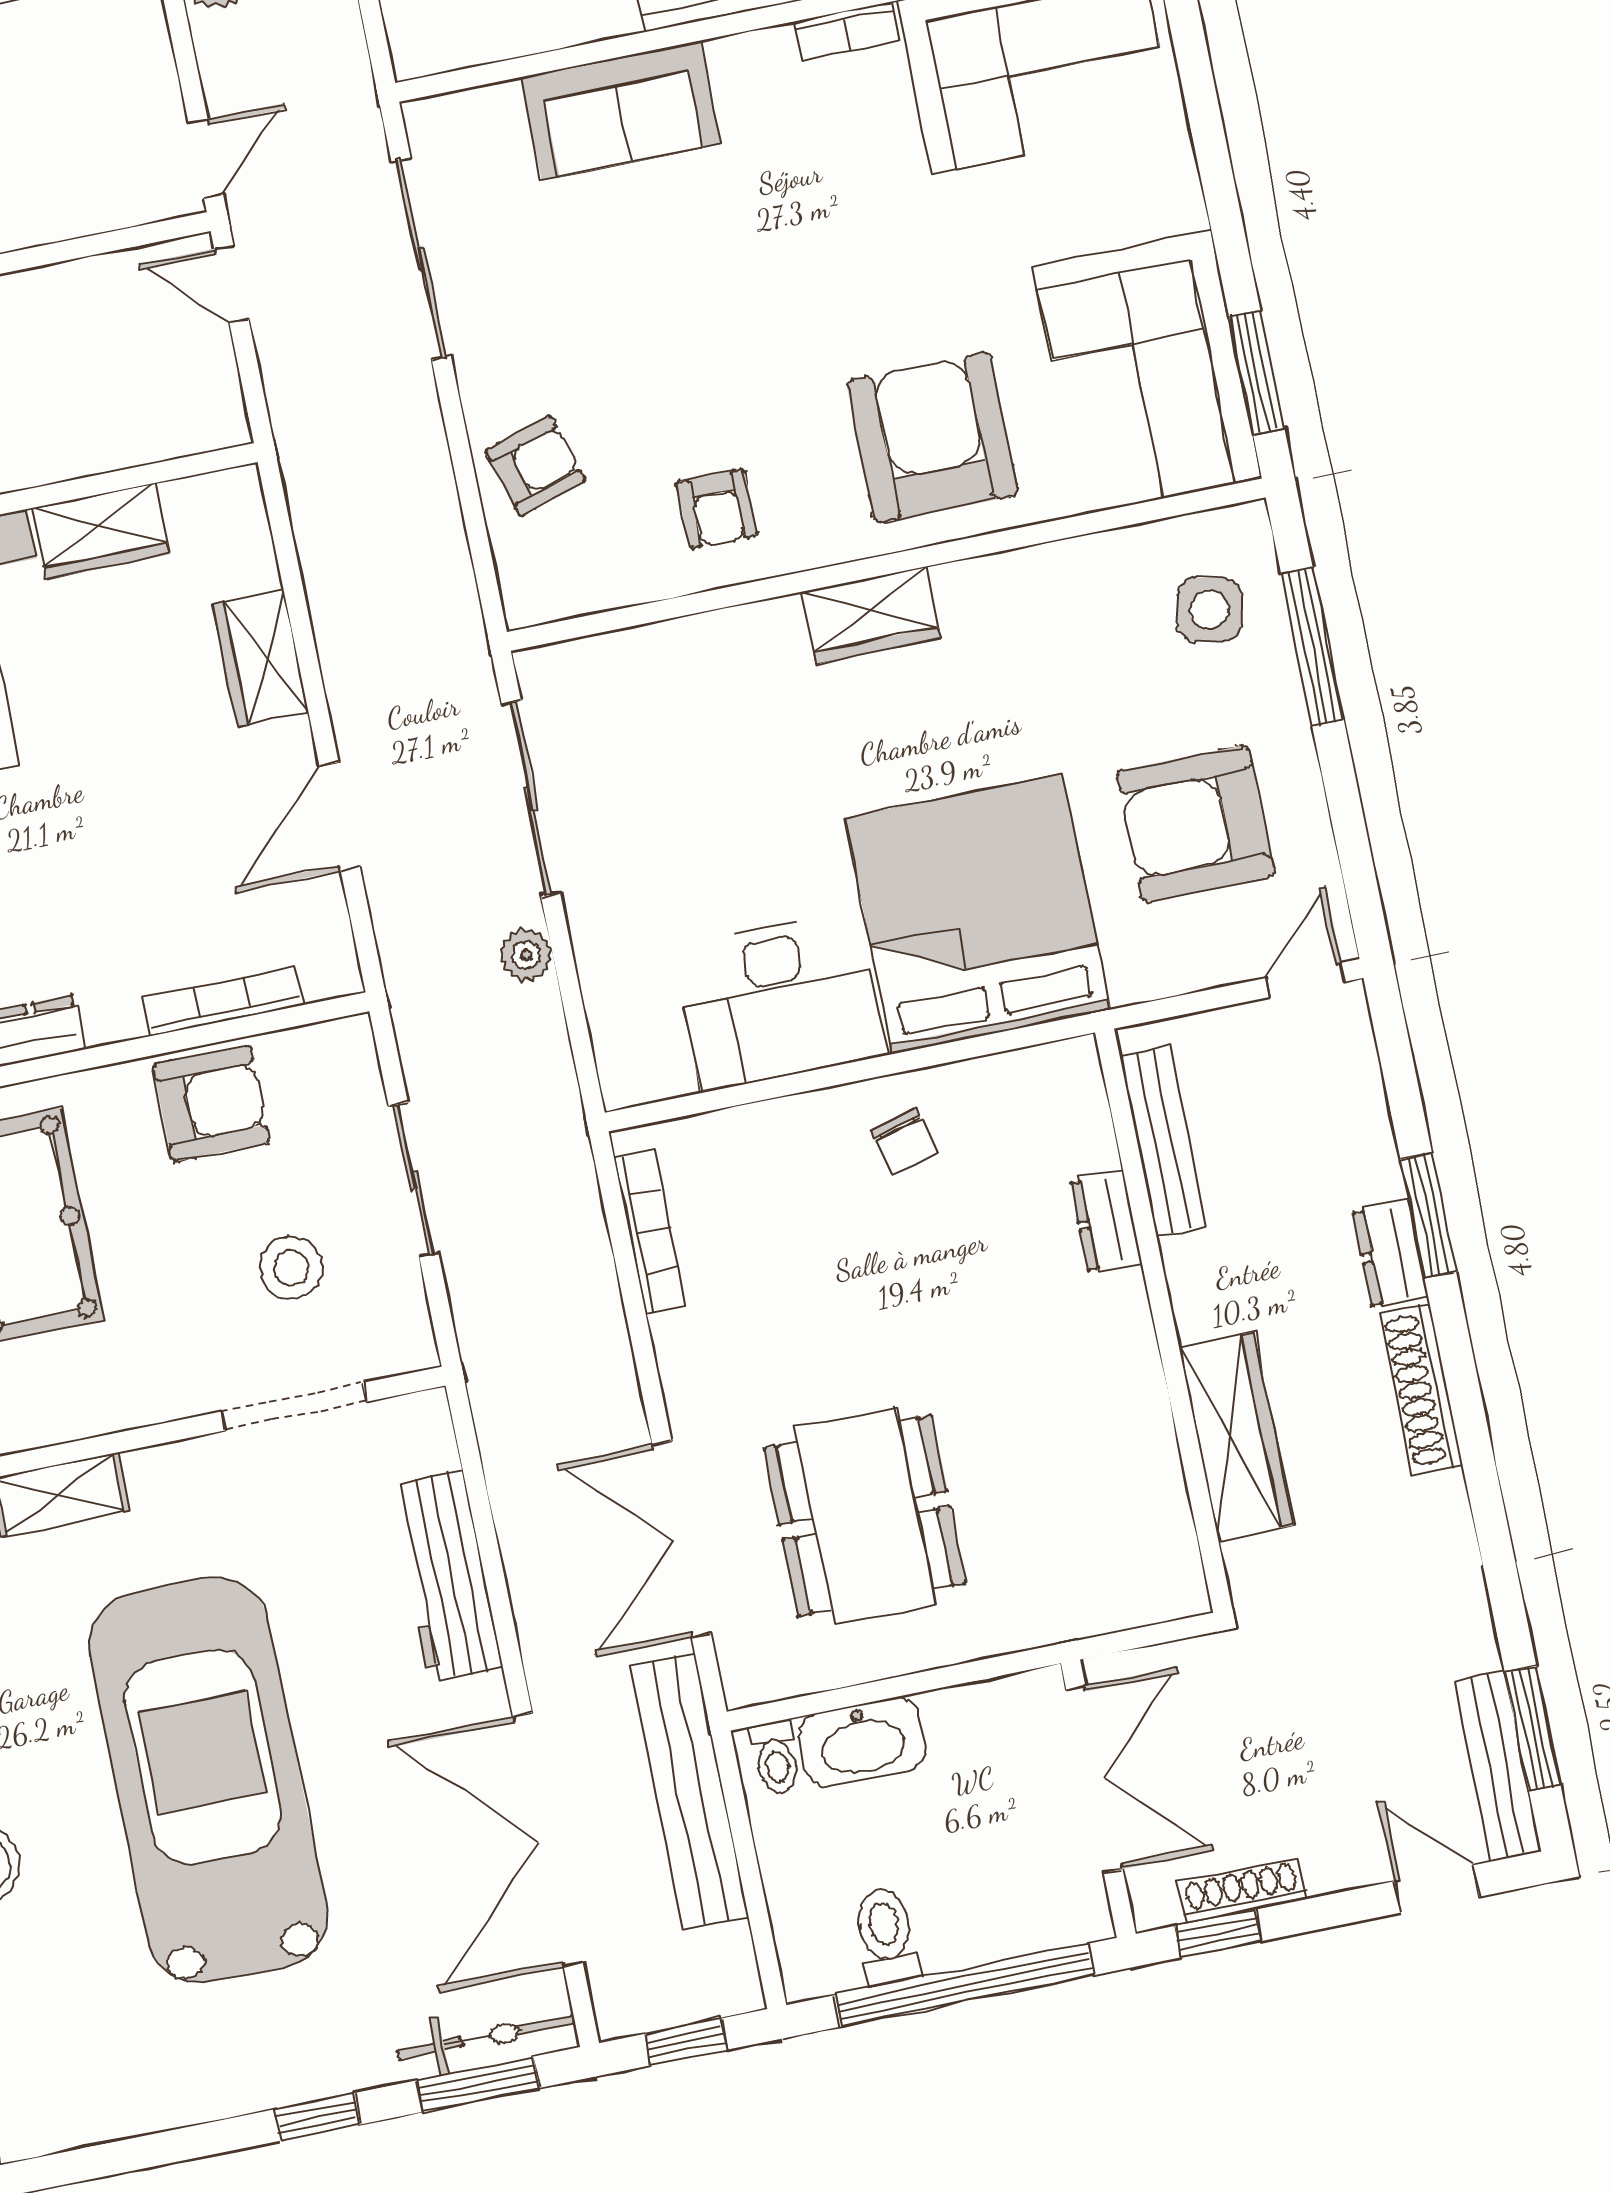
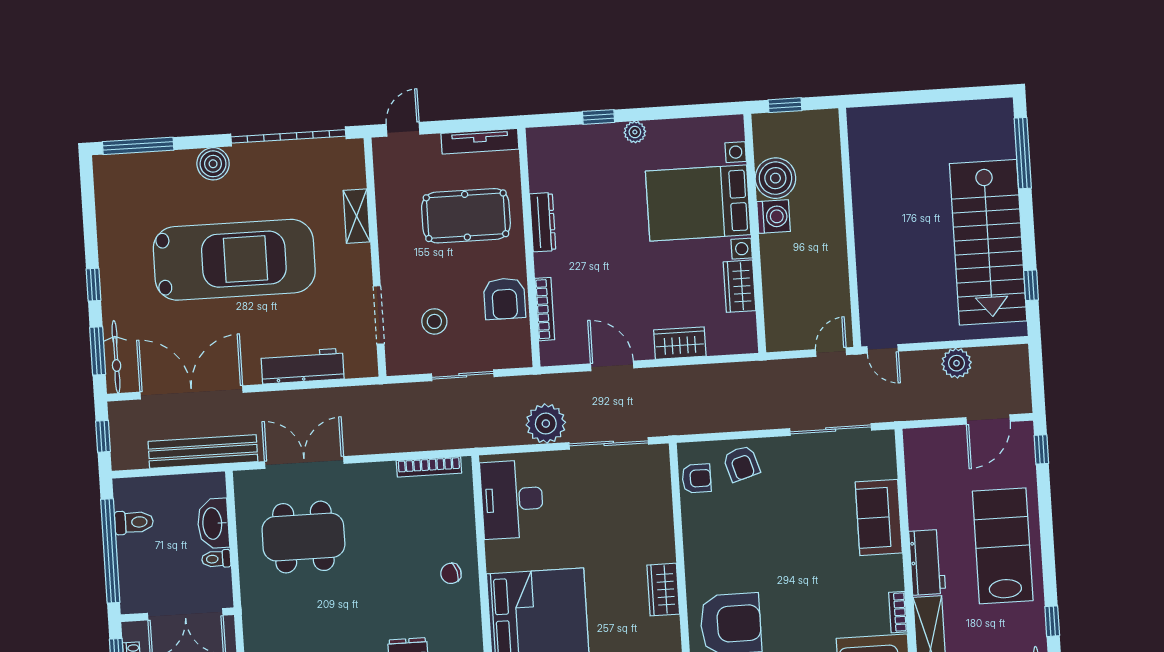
armchair: (717, 509) -> (697, 478), moved, turned 180
plant: (526, 955) -> (546, 424), width x1.87, depth x1.87
desk: (780, 1001) -> (512, 499), moved
toilet: (775, 1757) -> (216, 559), moved

